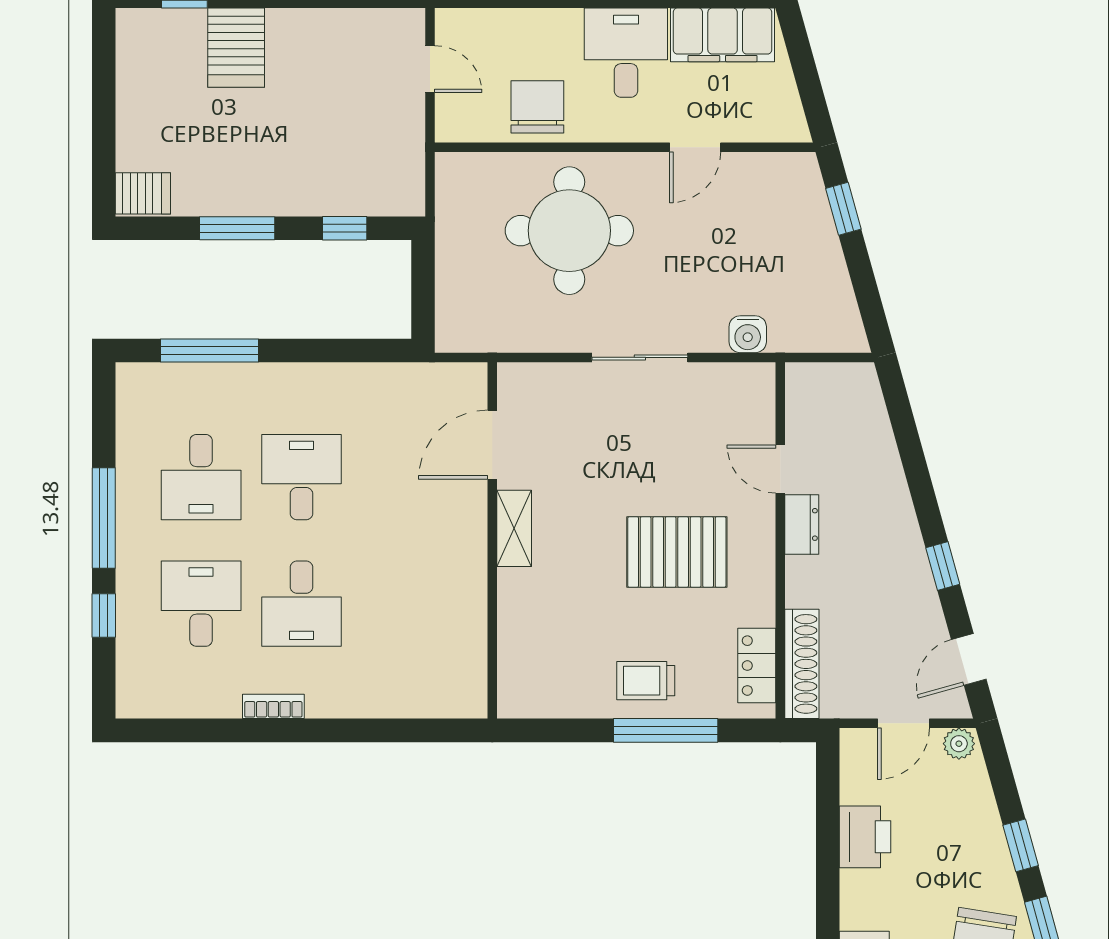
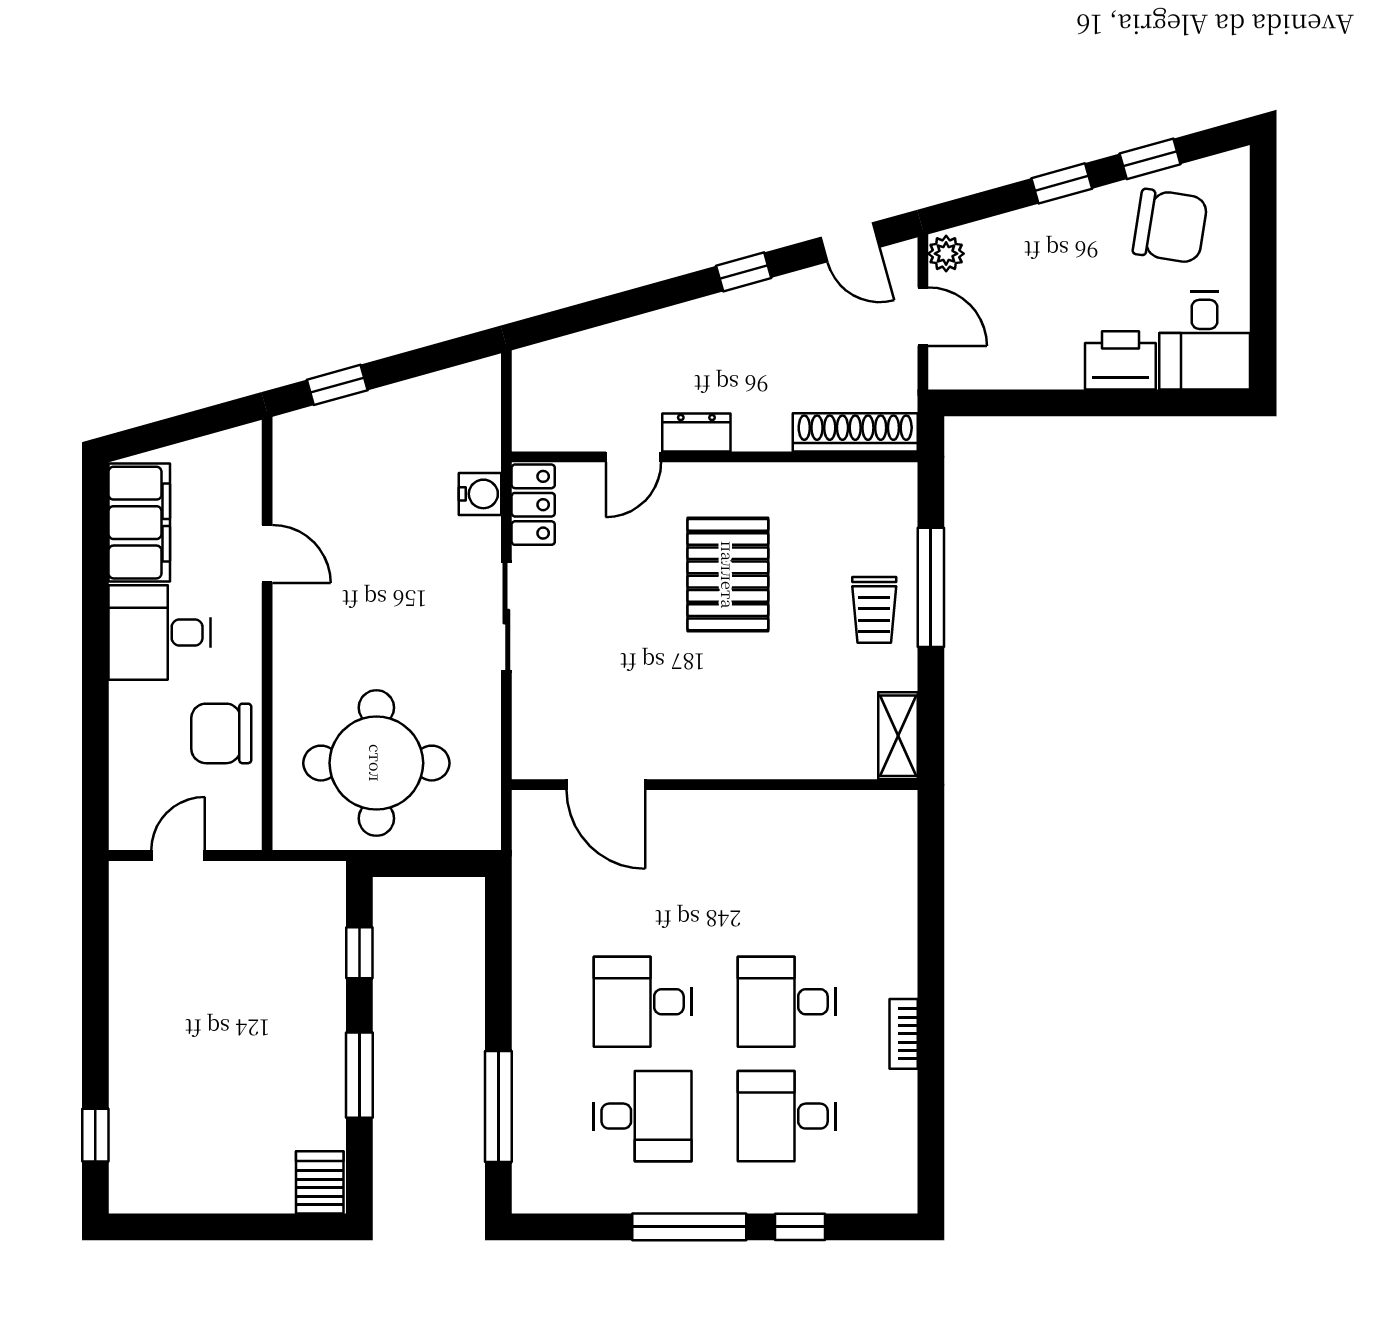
server rack: (236, 48) -> (154, 1076), removed
round table: (569, 231) -> (376, 763), moved
shelving: (514, 528) -> (898, 736), moved, turned 90
desk: (302, 604) -> (787, 1002), turned 180
locker: (757, 666) -> (533, 505), moved, turned -90
printer: (865, 837) -> (1120, 360), moved

